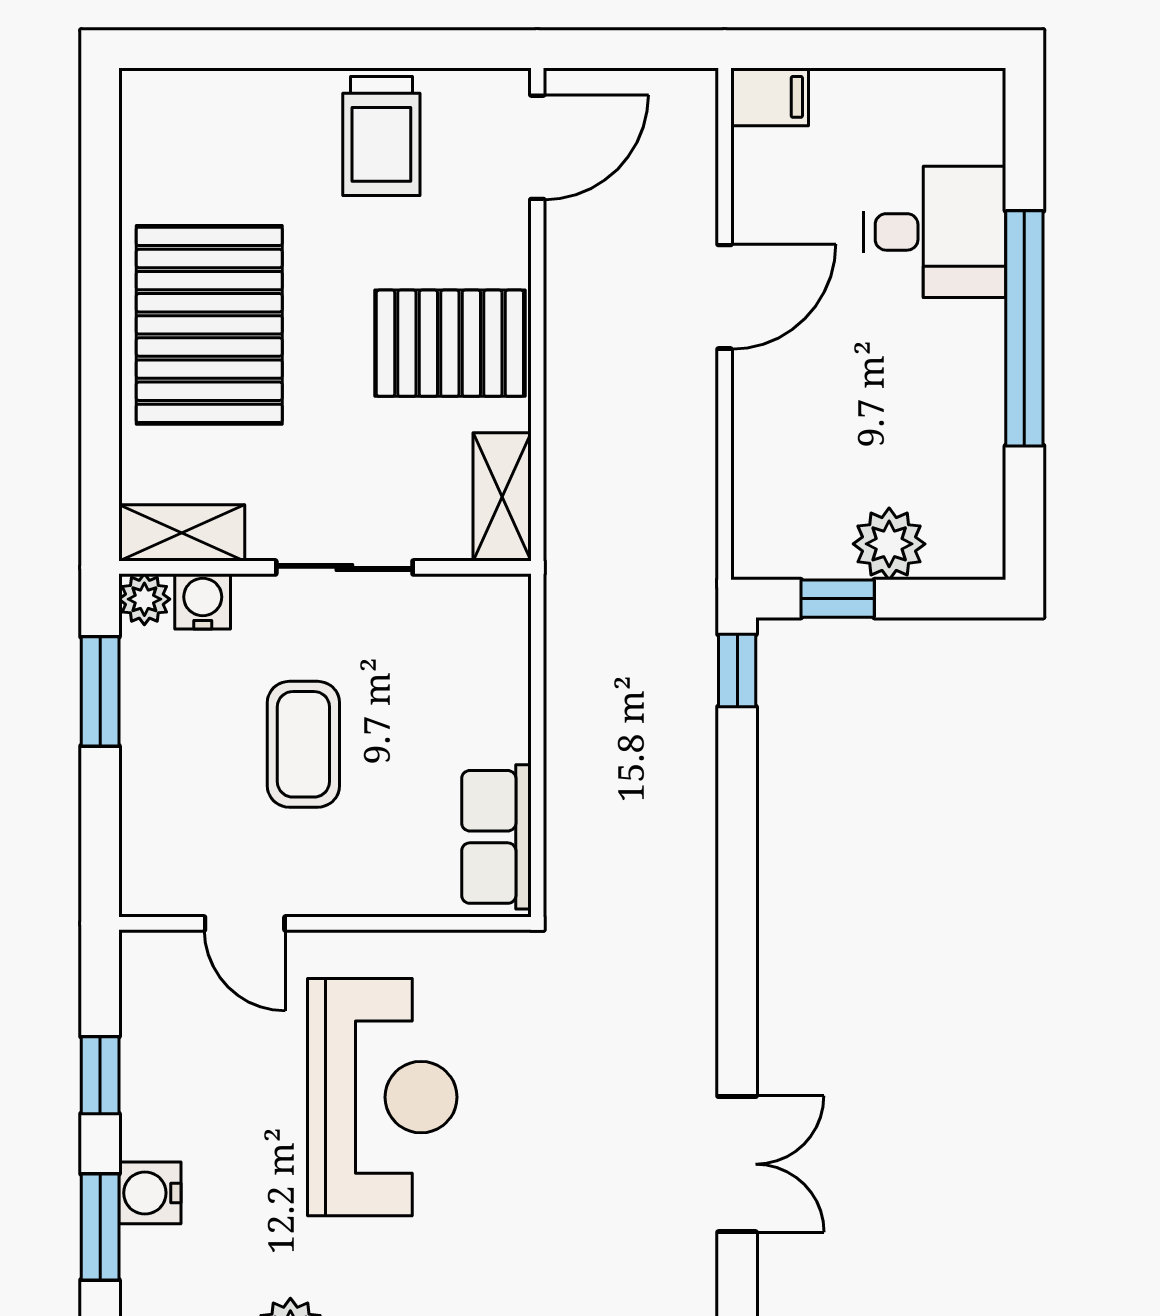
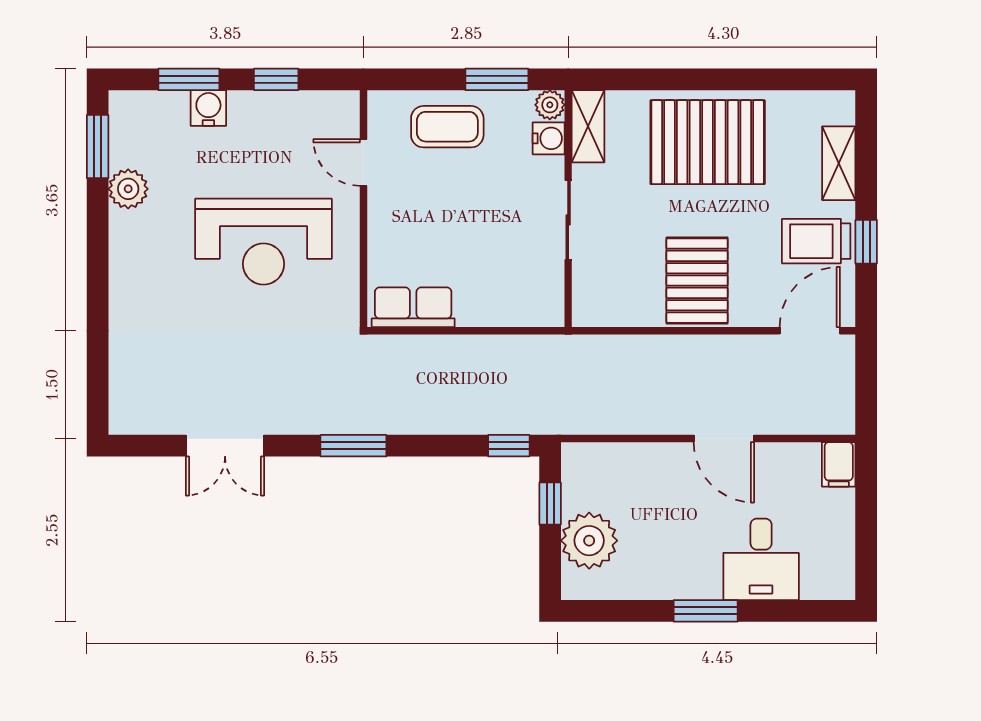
window: (382, 49) -> (866, 242), added
door: (537, 147) -> (810, 331), swing flipped
window: (1024, 328) -> (706, 611), width x0.47
shelving: (502, 497) -> (839, 163), moved, turned 90
plant: (889, 544) -> (589, 541), width x1.36, depth x1.36
coffee table: (303, 744) -> (447, 127), moved
door: (245, 923) -> (363, 163), hinge flipped
window: (737, 941) -> (353, 446), added

